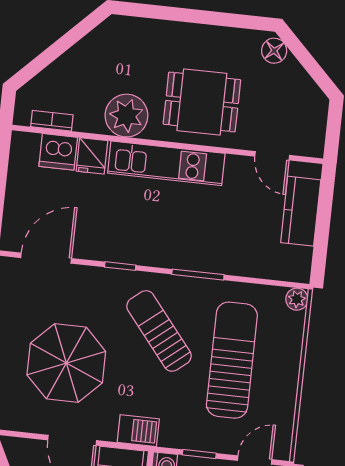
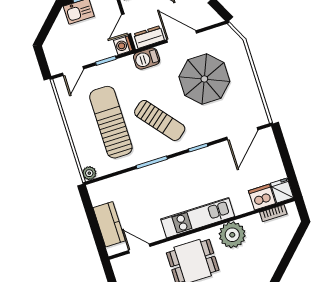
fridge: (92, 156) -> (282, 190), moved
sun lounger: (232, 360) -> (111, 122), turned 180

